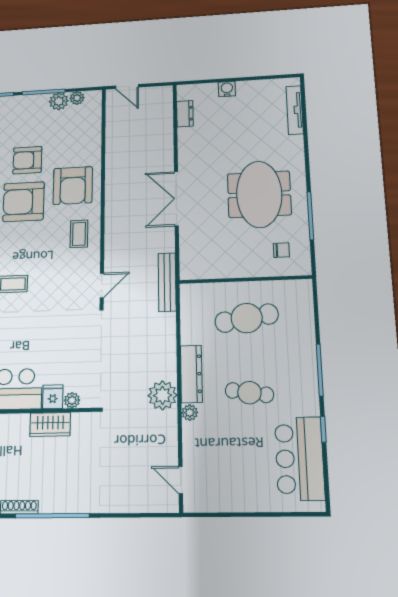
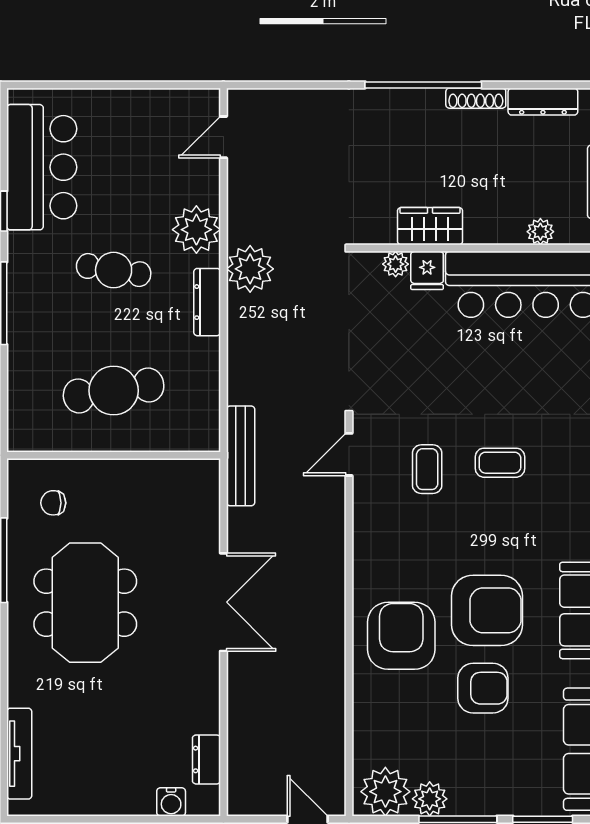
water cooler: (227, 89) -> (171, 802), moved
plant: (77, 98) -> (385, 792), width x1.88, depth x1.88
coffee table: (79, 234) -> (427, 469), moved
dresser: (191, 374) -> (207, 302), width x0.73, depth x0.80
plant: (190, 413) -> (196, 230), width x1.88, depth x1.88
door: (181, 480) -> (223, 137), swing flipped

